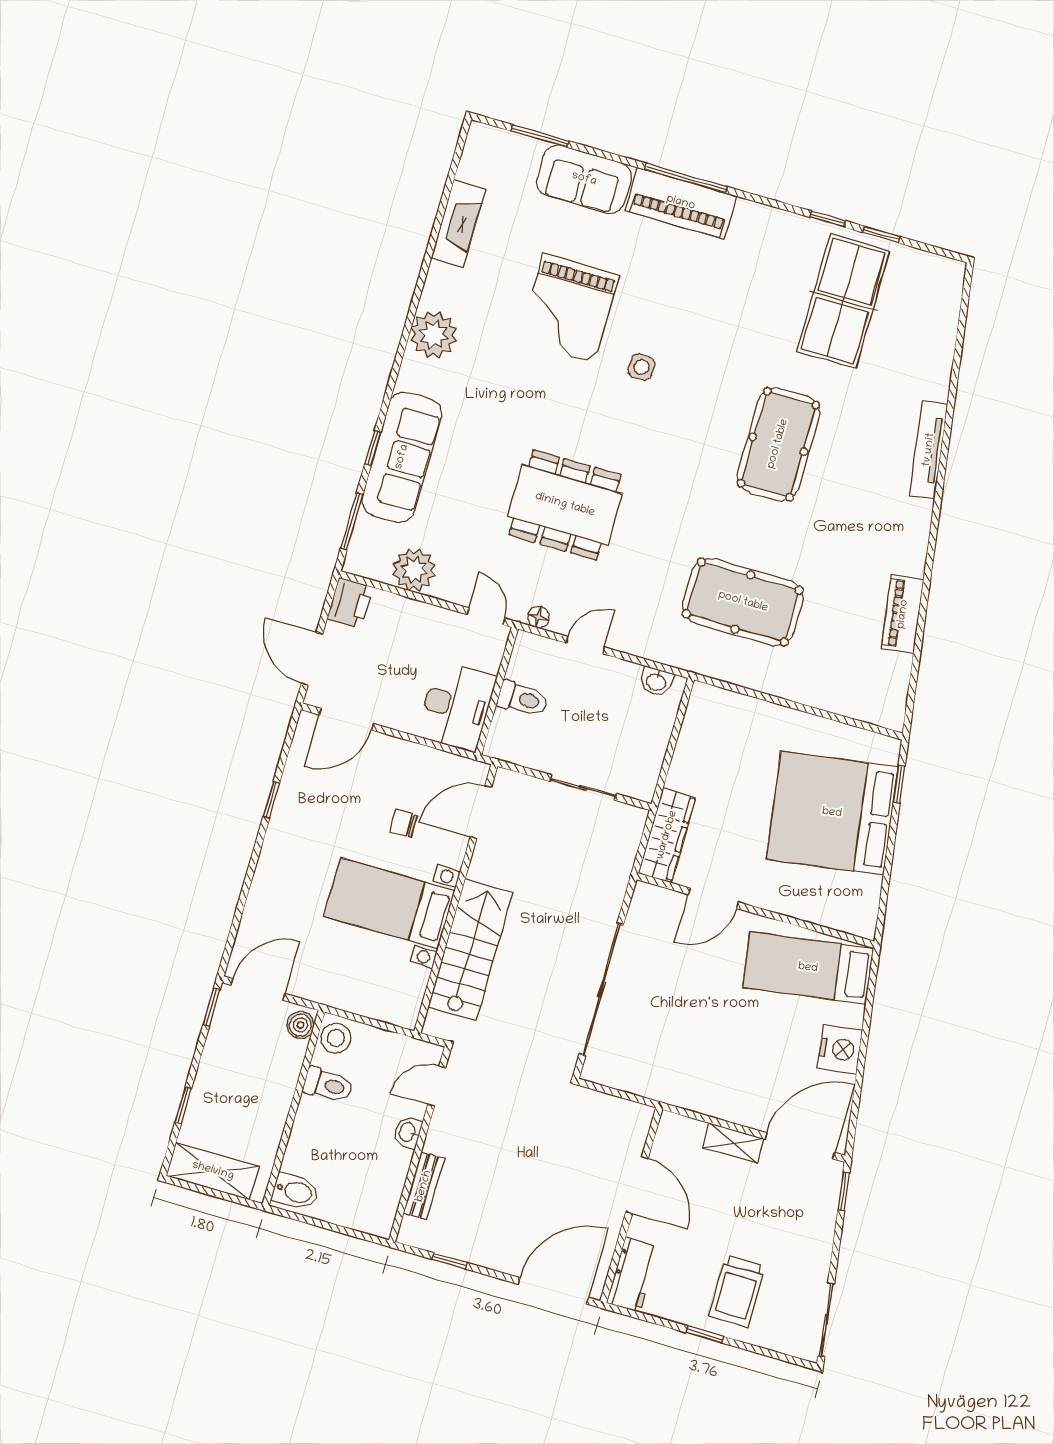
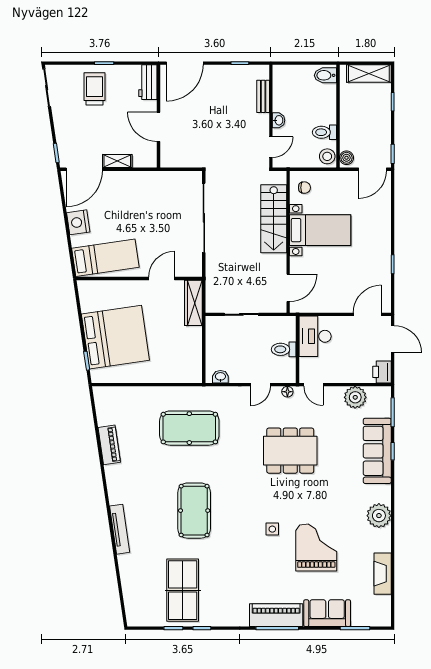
chair: (404, 823) -> (304, 188), moved

